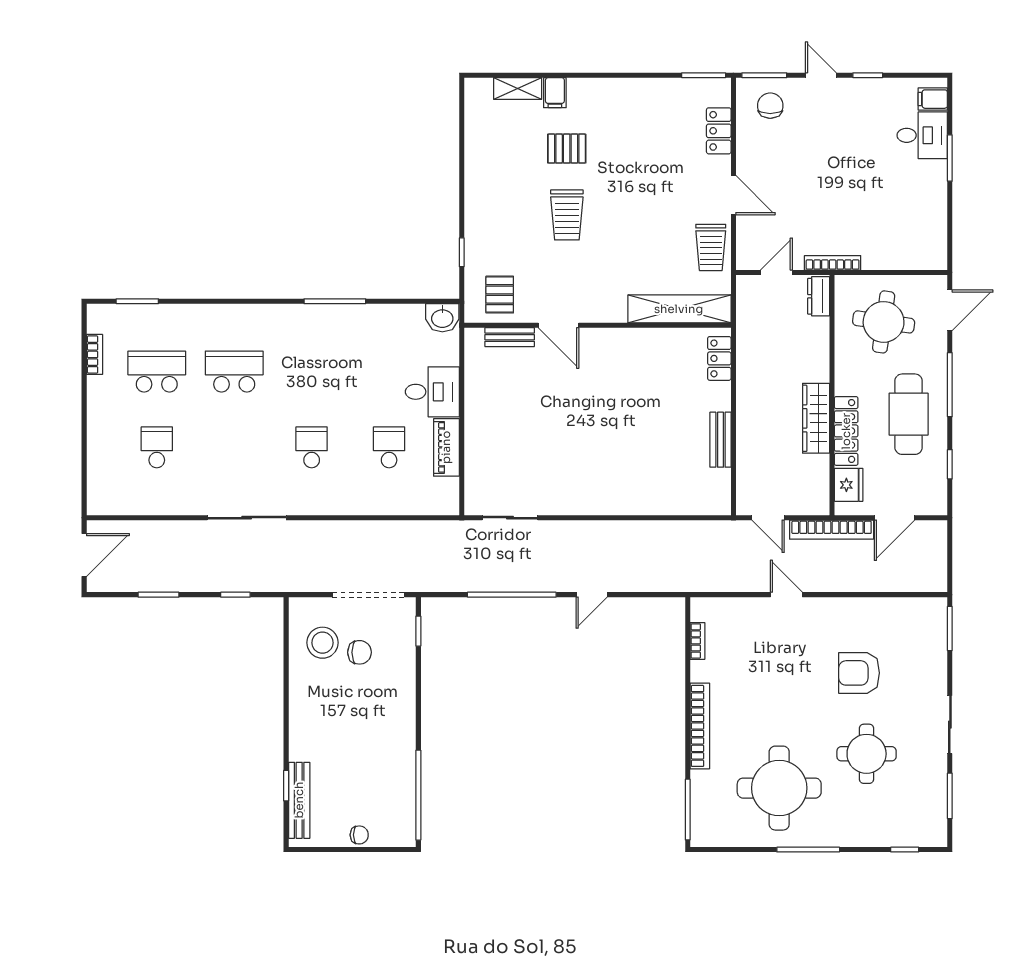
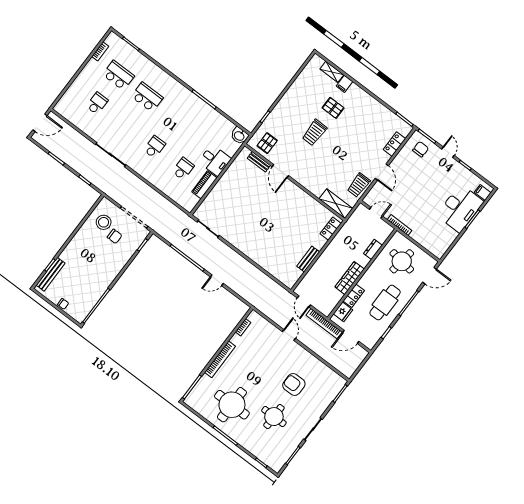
desk: (922, 135) -> (460, 208), width x1.87, depth x1.30
dresser: (819, 296) -> (373, 249), moved
shelving: (679, 309) -> (336, 204), width x0.68
locker: (846, 431) -> (354, 296), width x0.66

